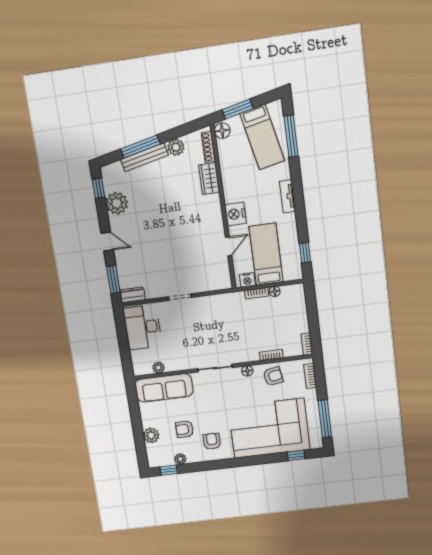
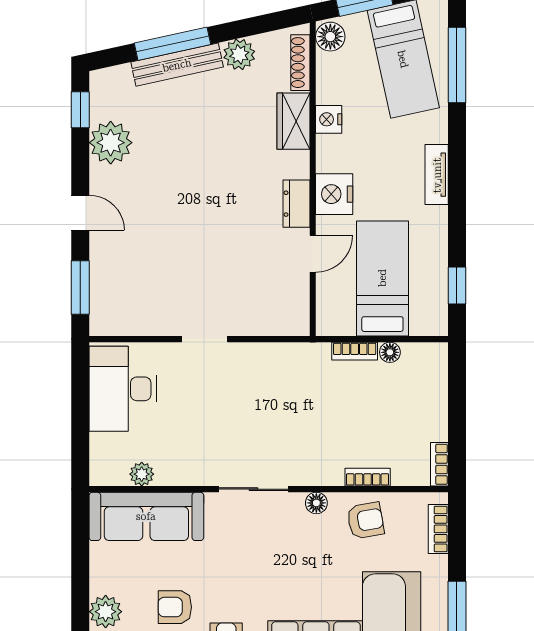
nightstand: (247, 280) -> (329, 119), moved, turned 90
dresser: (133, 295) -> (296, 204), moved, turned -90

